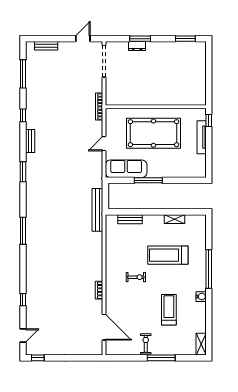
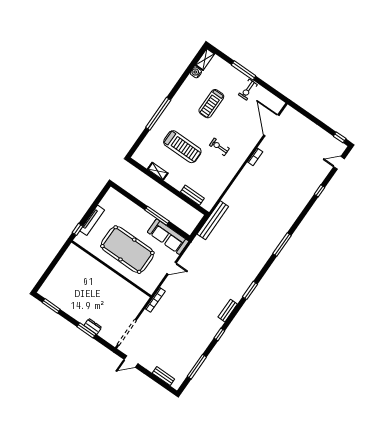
water cooler: (201, 297) -> (196, 72), moved

